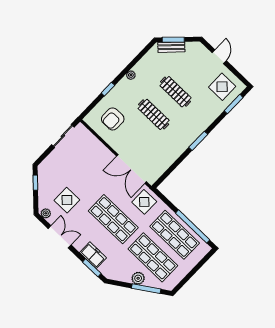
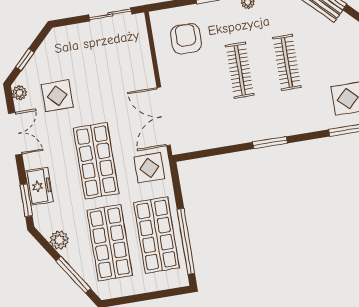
armchair: (113, 119) -> (186, 39), turned 90
window: (35, 183) -> (25, 60), moved
plant: (138, 278) -> (59, 240), moved

